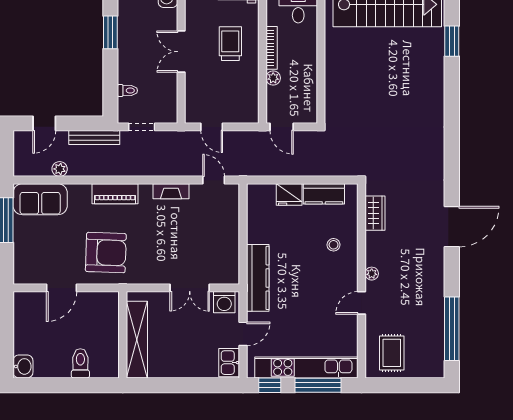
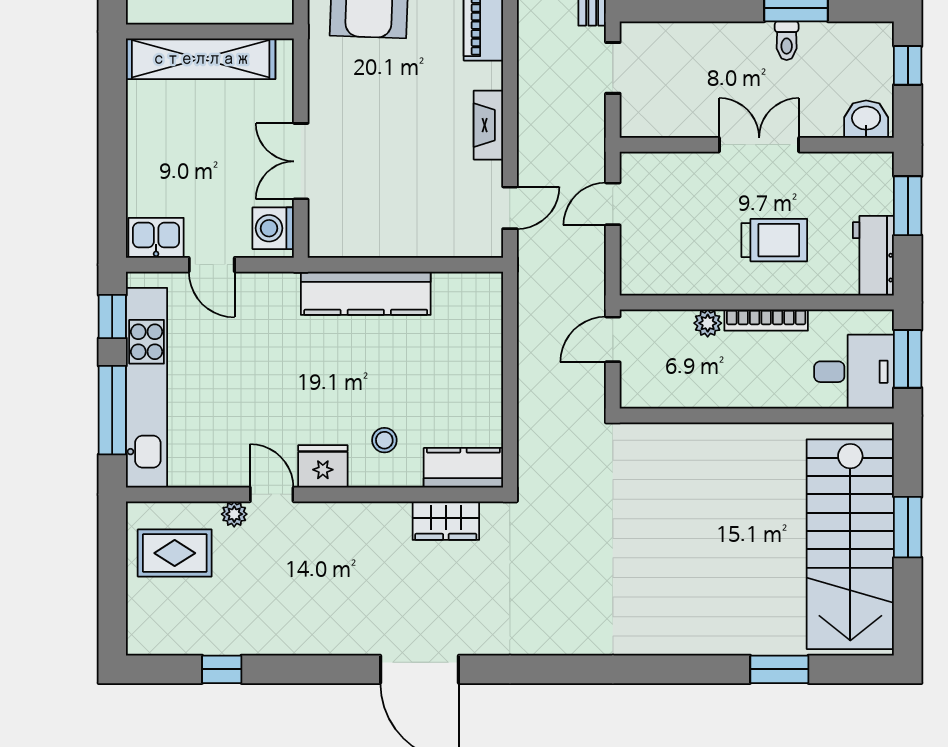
toilet: (127, 91) -> (787, 41), moved
kitchen counter: (324, 194) -> (463, 468), moved, turned 90
fridge: (289, 195) -> (323, 466), moved, turned 90
plant: (372, 274) -> (234, 514), moved
kitchen counter: (258, 278) -> (366, 293), moved
window: (452, 329) -> (222, 669), width x0.32

